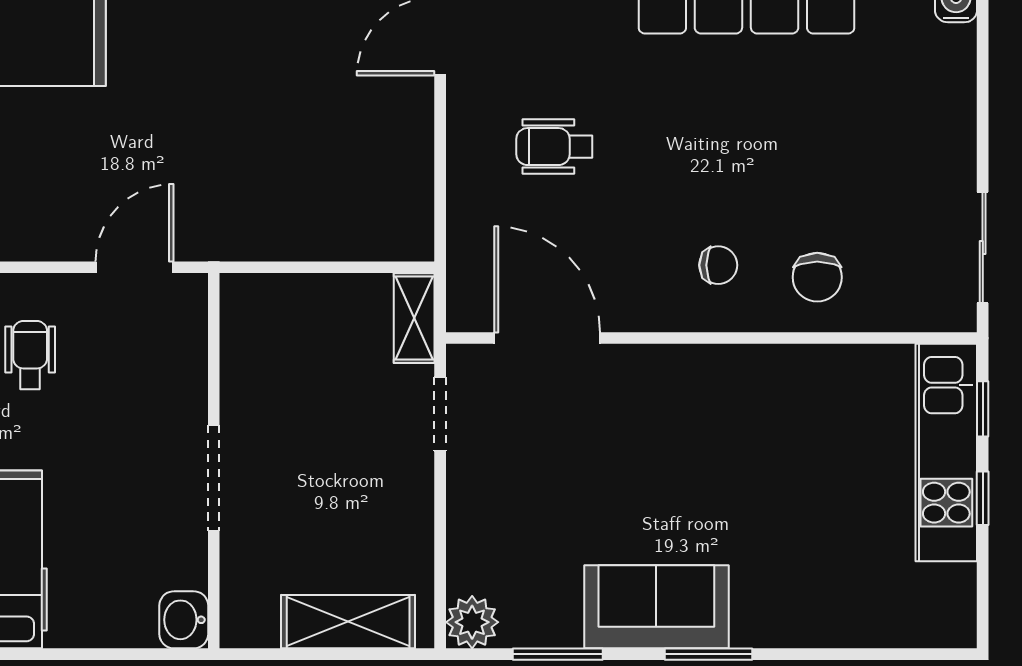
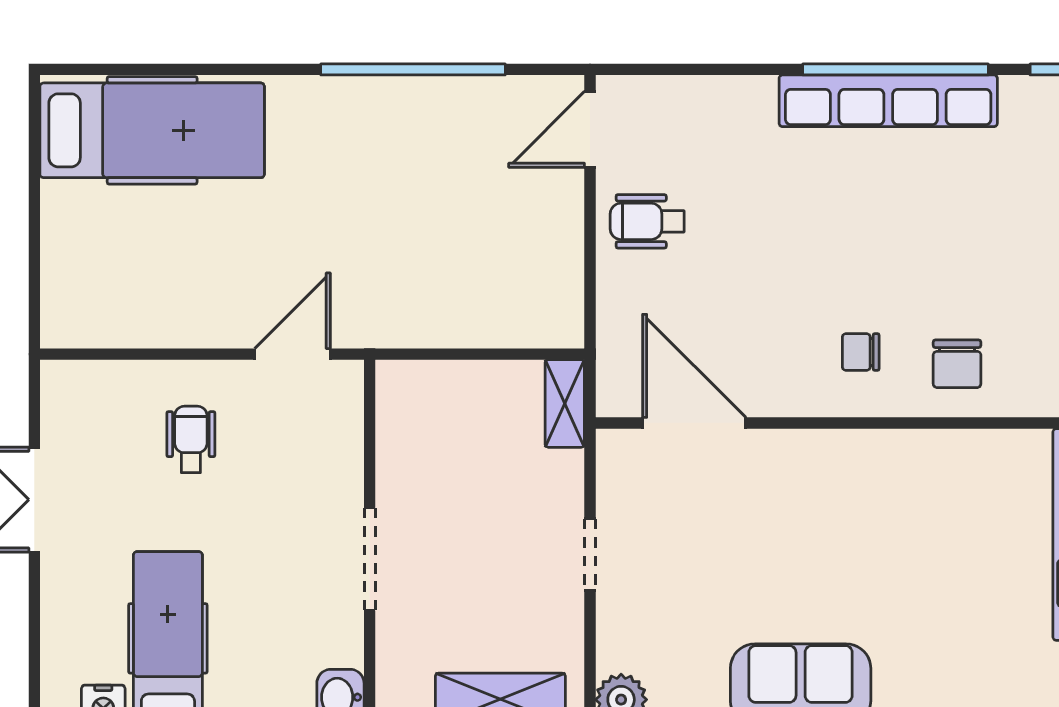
wheelchair: (554, 147) -> (647, 221), moved
chair: (718, 265) -> (861, 352), turned 180
doorway: (440, 414) -> (590, 555), moved

